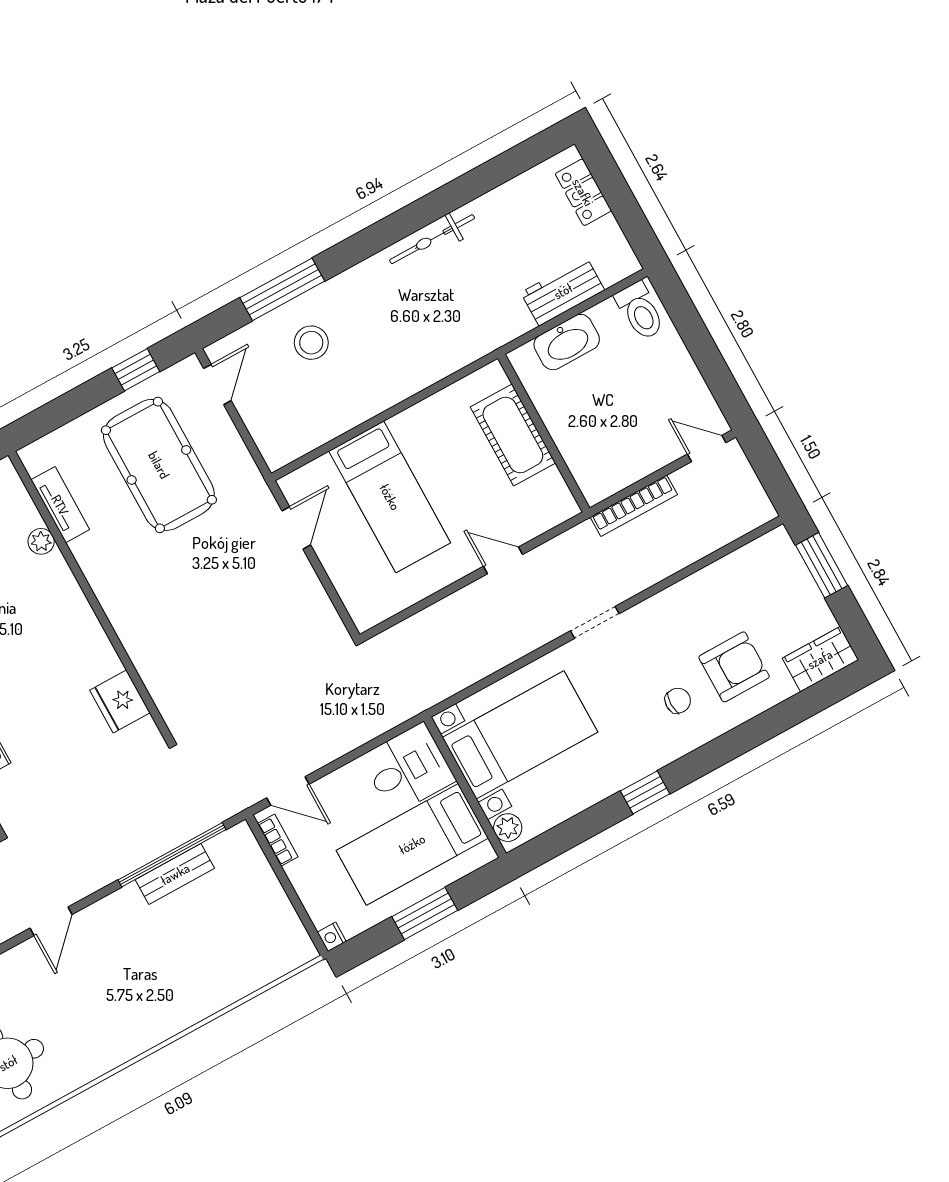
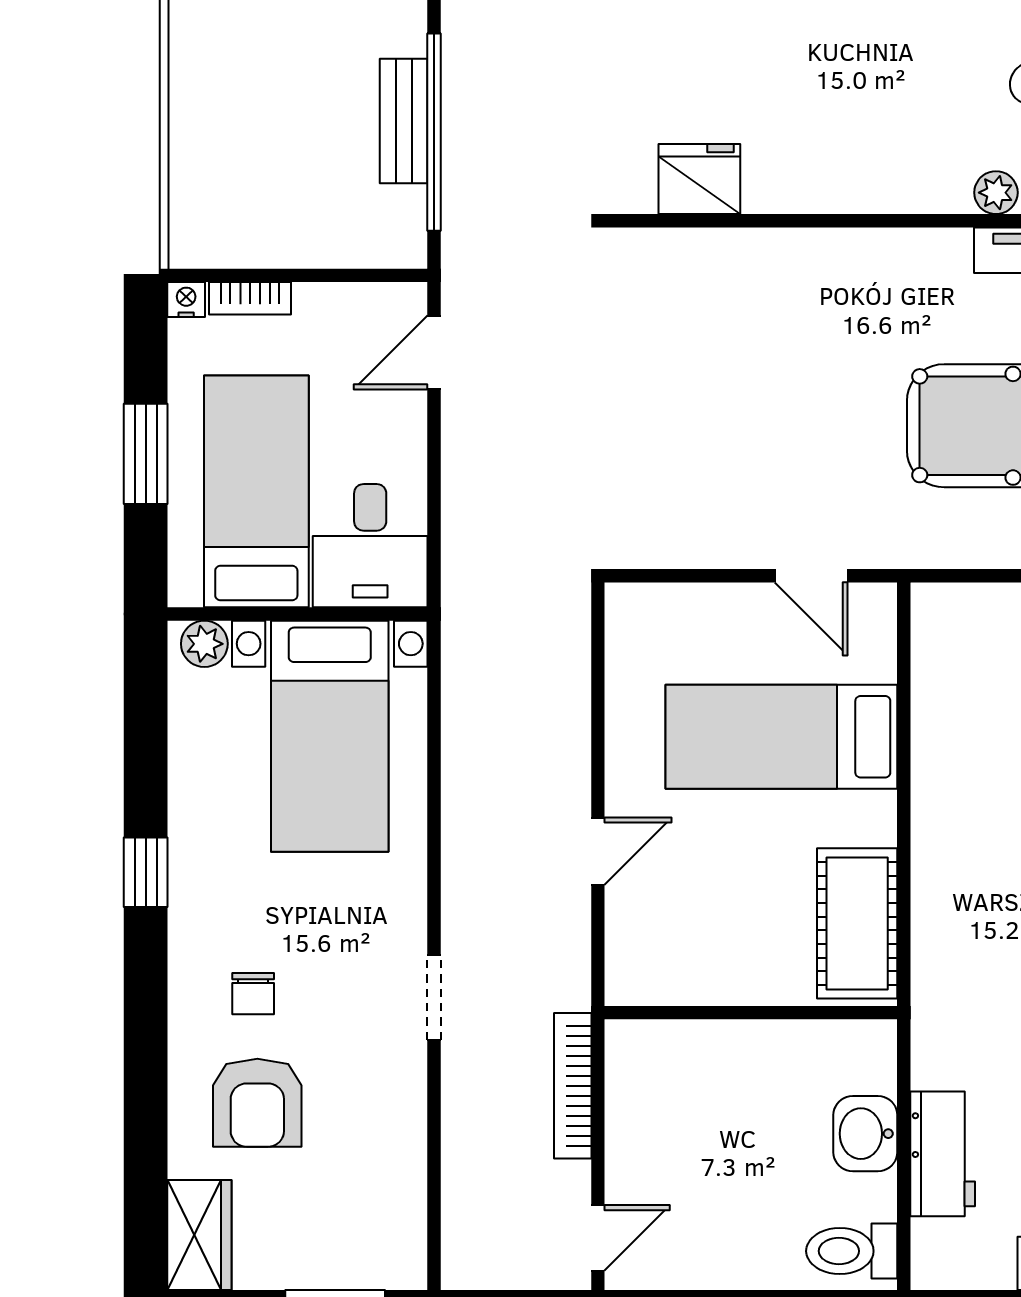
washbasin: (567, 342) -> (865, 1134), width x0.72
cot: (513, 435) -> (857, 923), moved, turned 90
doorway: (595, 622) -> (434, 997), moved
bookcase: (278, 840) -> (250, 298), moved

